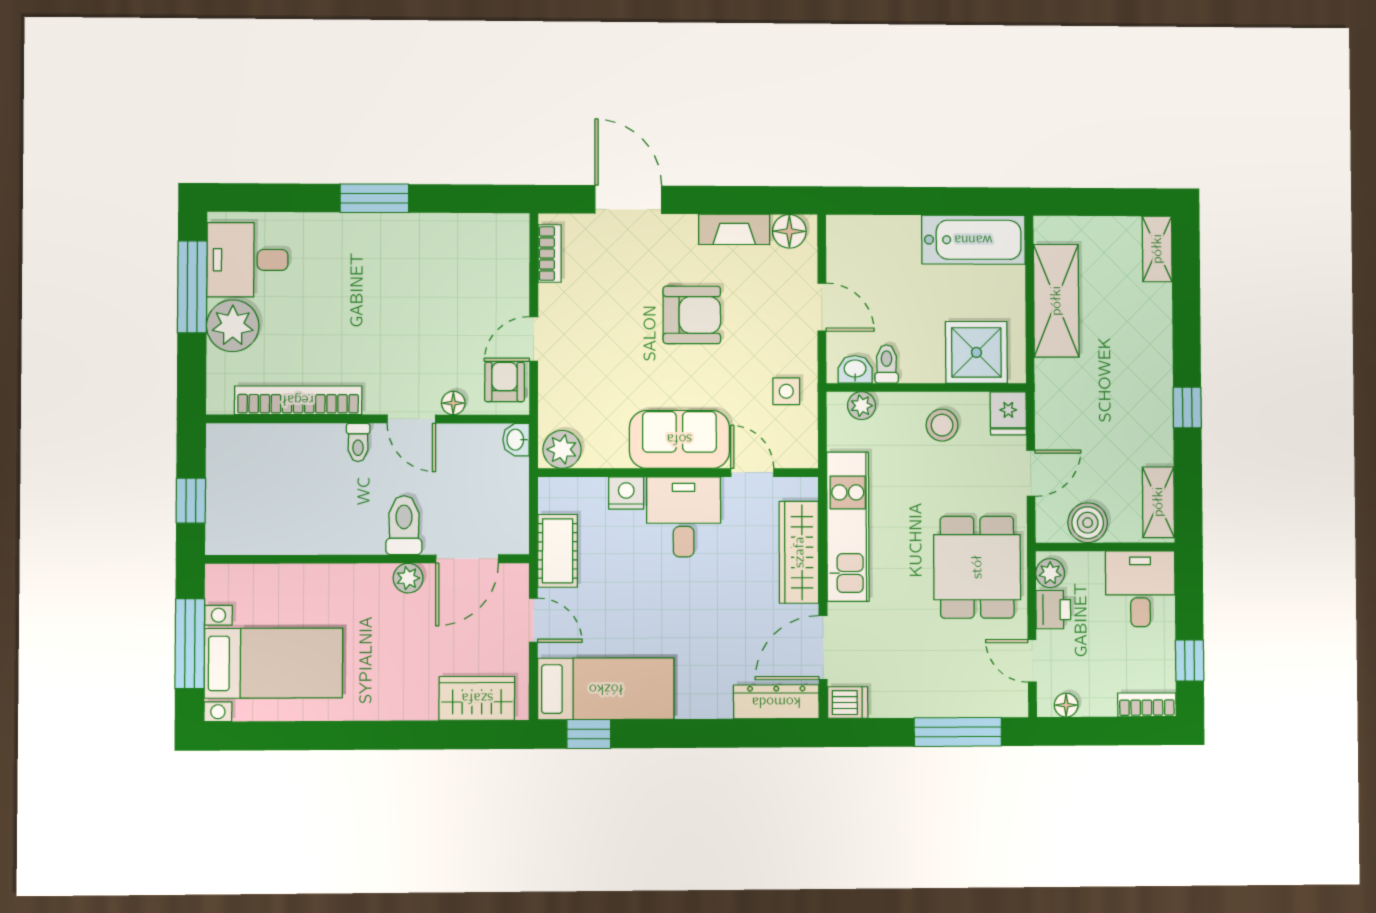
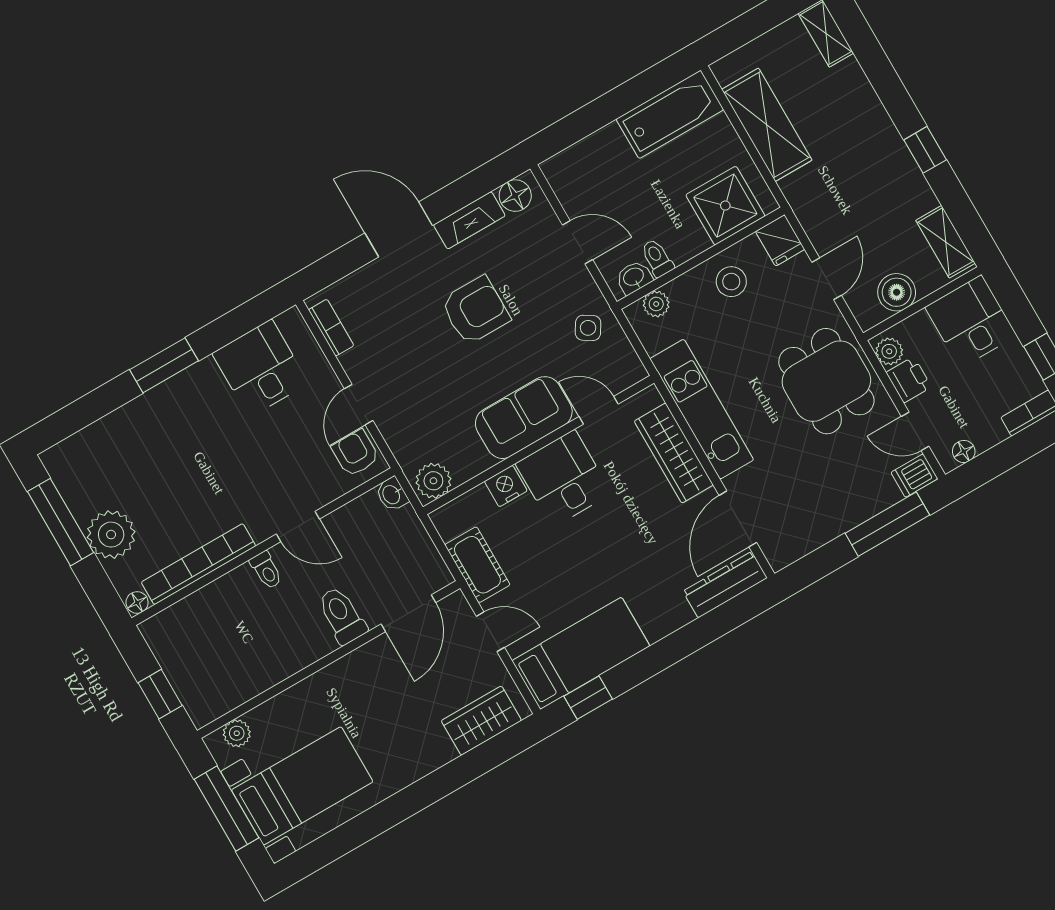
door: (628, 200) -> (399, 229), moved
desk: (247, 260) -> (260, 368), moved, turned 90
side table: (786, 391) -> (588, 328), turned 32
floor lamp: (453, 403) -> (137, 602), moved
plant: (408, 578) -> (237, 733), moved
dishwasher: (848, 703) -> (914, 476), moved, turned 180

